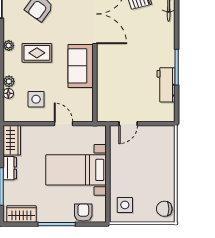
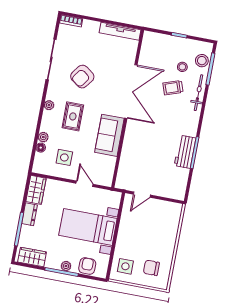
rug: (37, 53) -> (73, 116), turned 90
workbench: (166, 85) -> (185, 152), moved
chair: (164, 209) -> (151, 268), moved
plant: (60, 217) -> (66, 266), added

